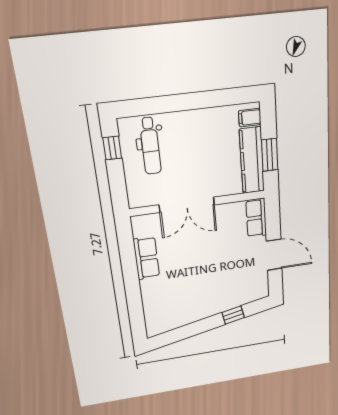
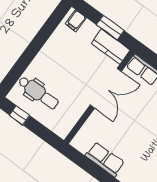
kitchen counter: (252, 160) -> (111, 46), width x0.67
double door: (187, 205) -> (106, 88), moved

